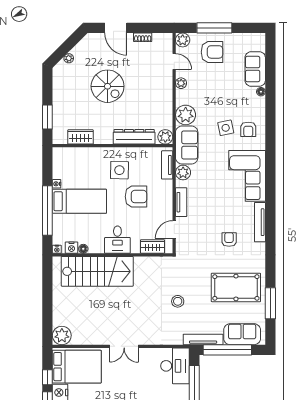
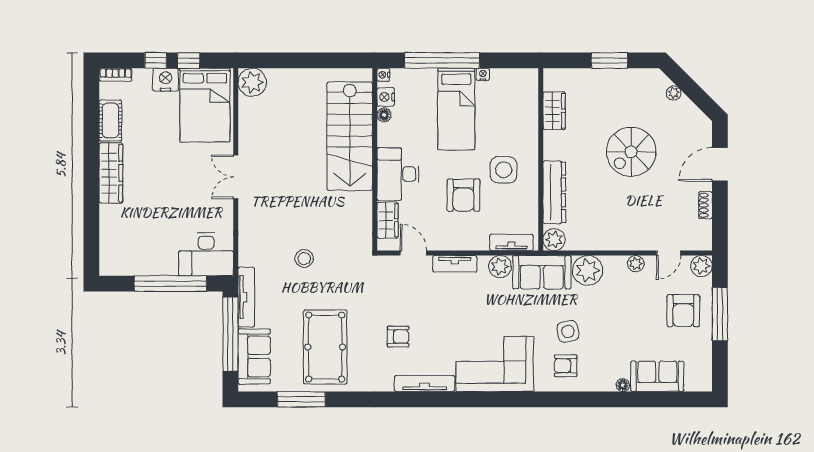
window: (47, 117) -> (610, 60), moved
desk: (117, 240) -> (398, 174), width x1.37

